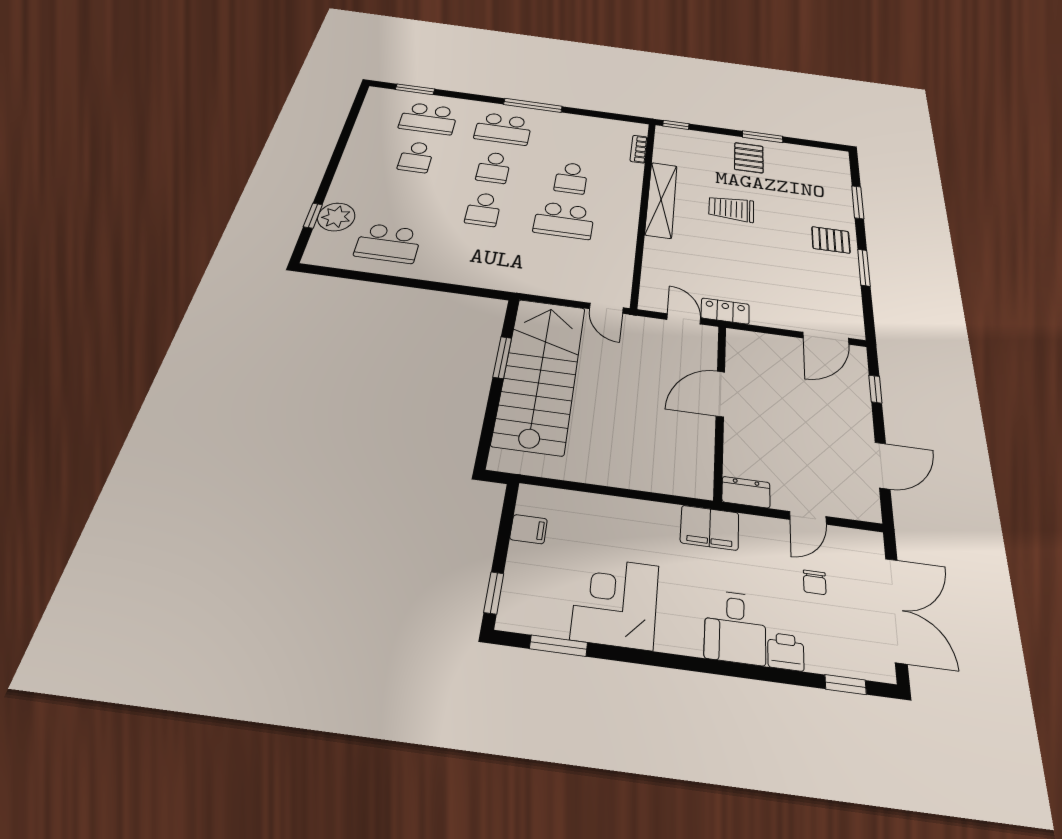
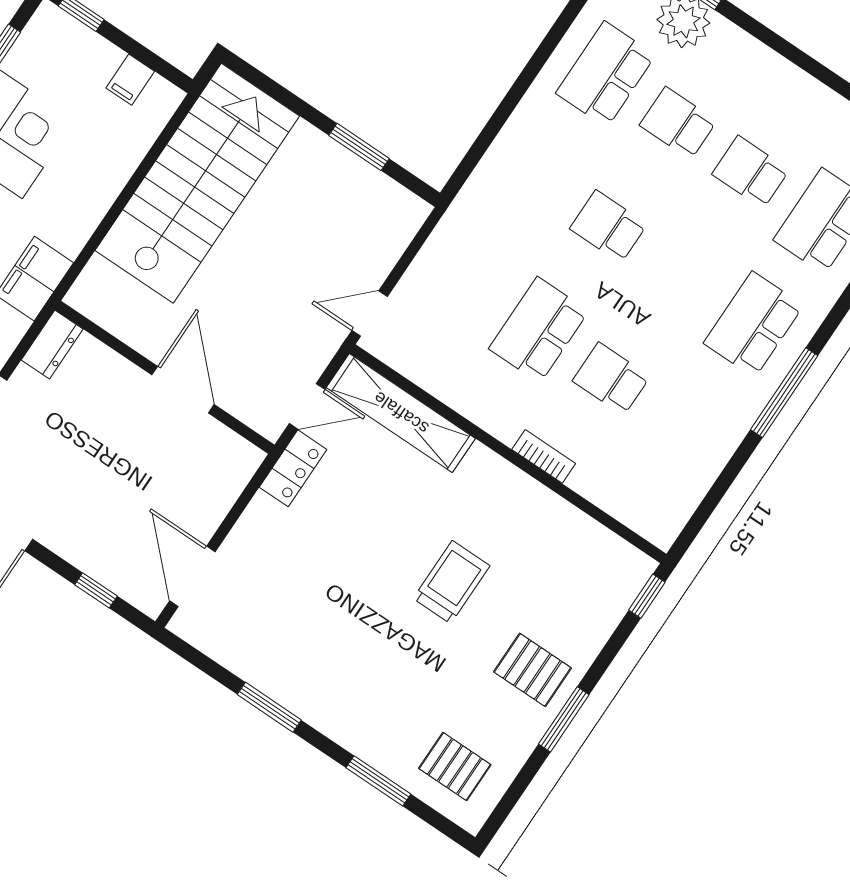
bookcase: (639, 149) -> (544, 456), moved
school desk: (494, 167) -> (678, 123), moved
shelving: (661, 200) -> (401, 413), moved
pallet: (831, 240) -> (455, 767), moved, turned 90
stairs: (540, 374) -> (197, 183), moved, turned -90

